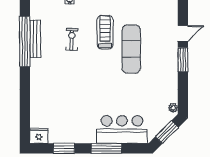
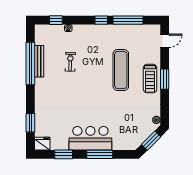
treadmill: (105, 32) -> (150, 79), moved, turned 180
door: (183, 33) -> (165, 41), moved
window: (25, 111) -> (30, 123), added
bar counter: (122, 129) -> (90, 138), moved

